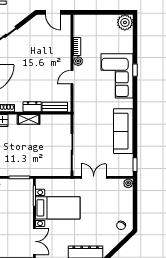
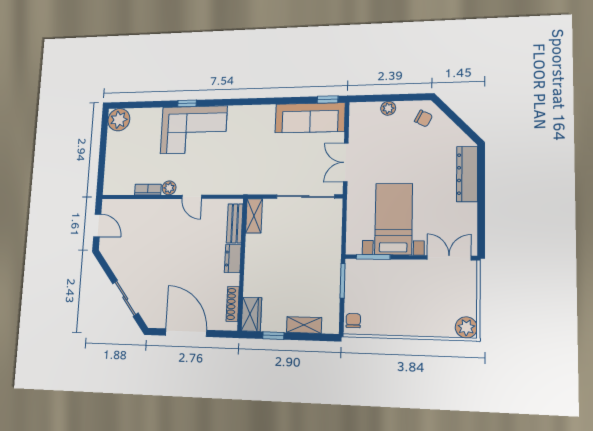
door: (53, 12) -> (97, 225), hinge flipped
shelving: (29, 119) -> (254, 216), moved
sofa: (123, 131) -> (310, 118), moved
plant: (128, 183) -> (388, 108), moved

